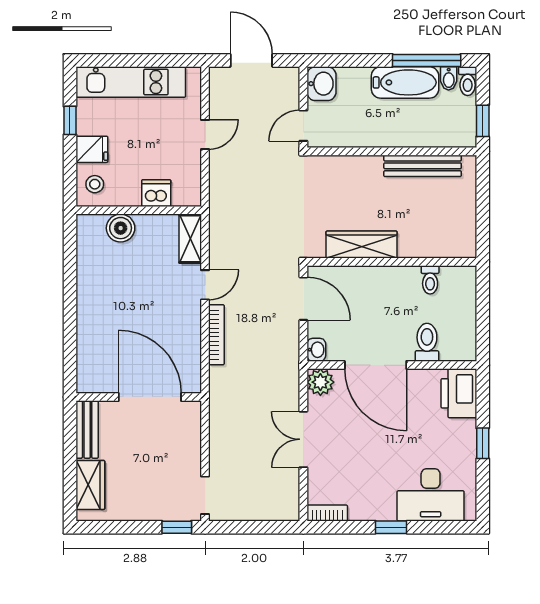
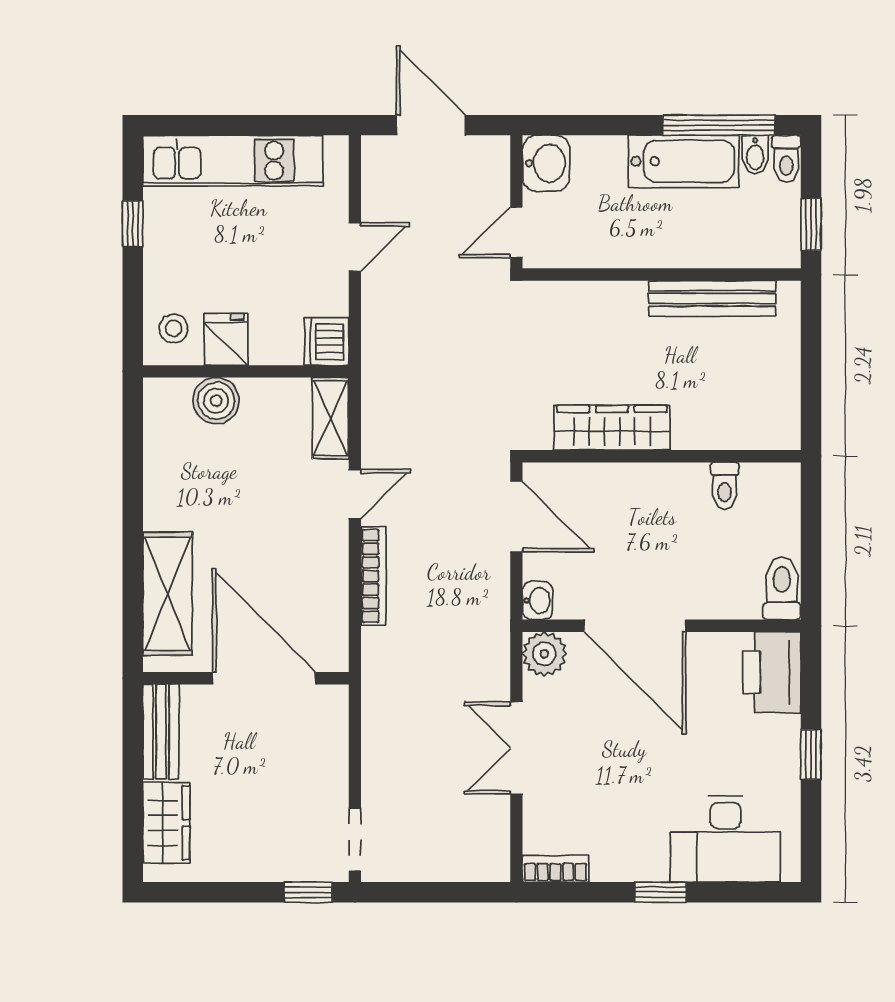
fridge: (92, 149) -> (226, 339), moved, turned -90
dishwasher: (156, 193) -> (327, 342), moved, turned -90
toilet: (427, 342) -> (782, 588), moved
shelving: (91, 346) -> (168, 594), added

